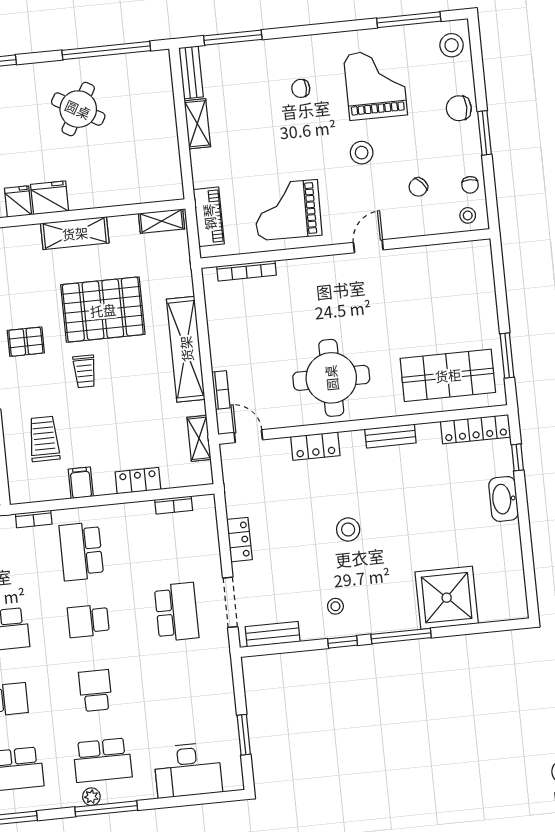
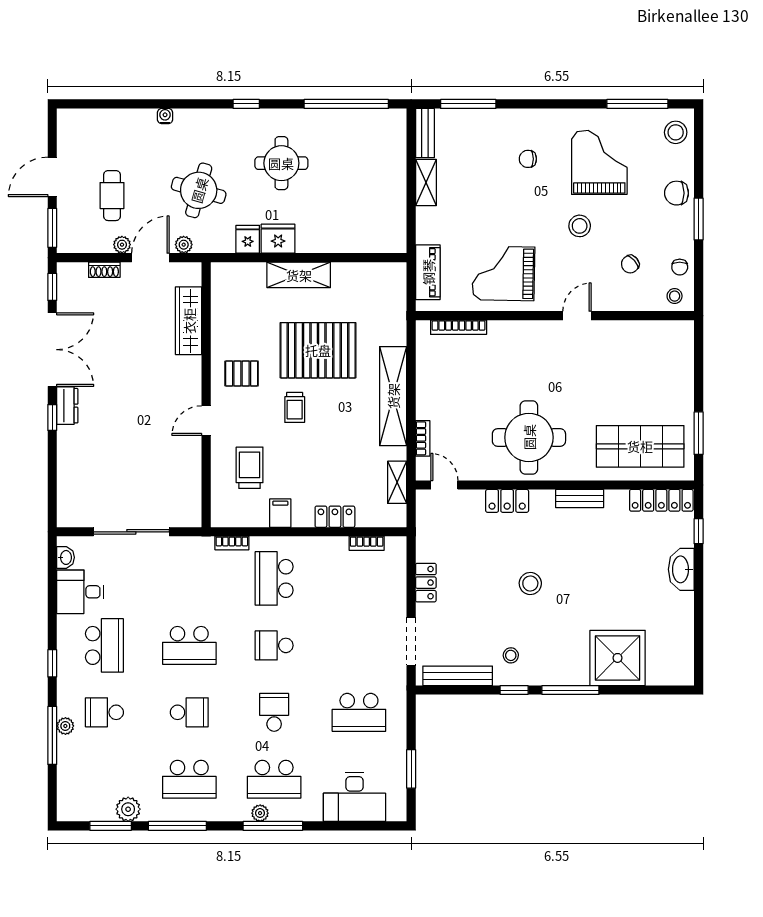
round table: (78, 109) -> (281, 163), moved, turned -30
shelving: (161, 221) -> (382, 272), removed
school desk: (177, 612) -> (359, 712), moved, turned 90
bench: (273, 634) -> (458, 676), width x1.36

